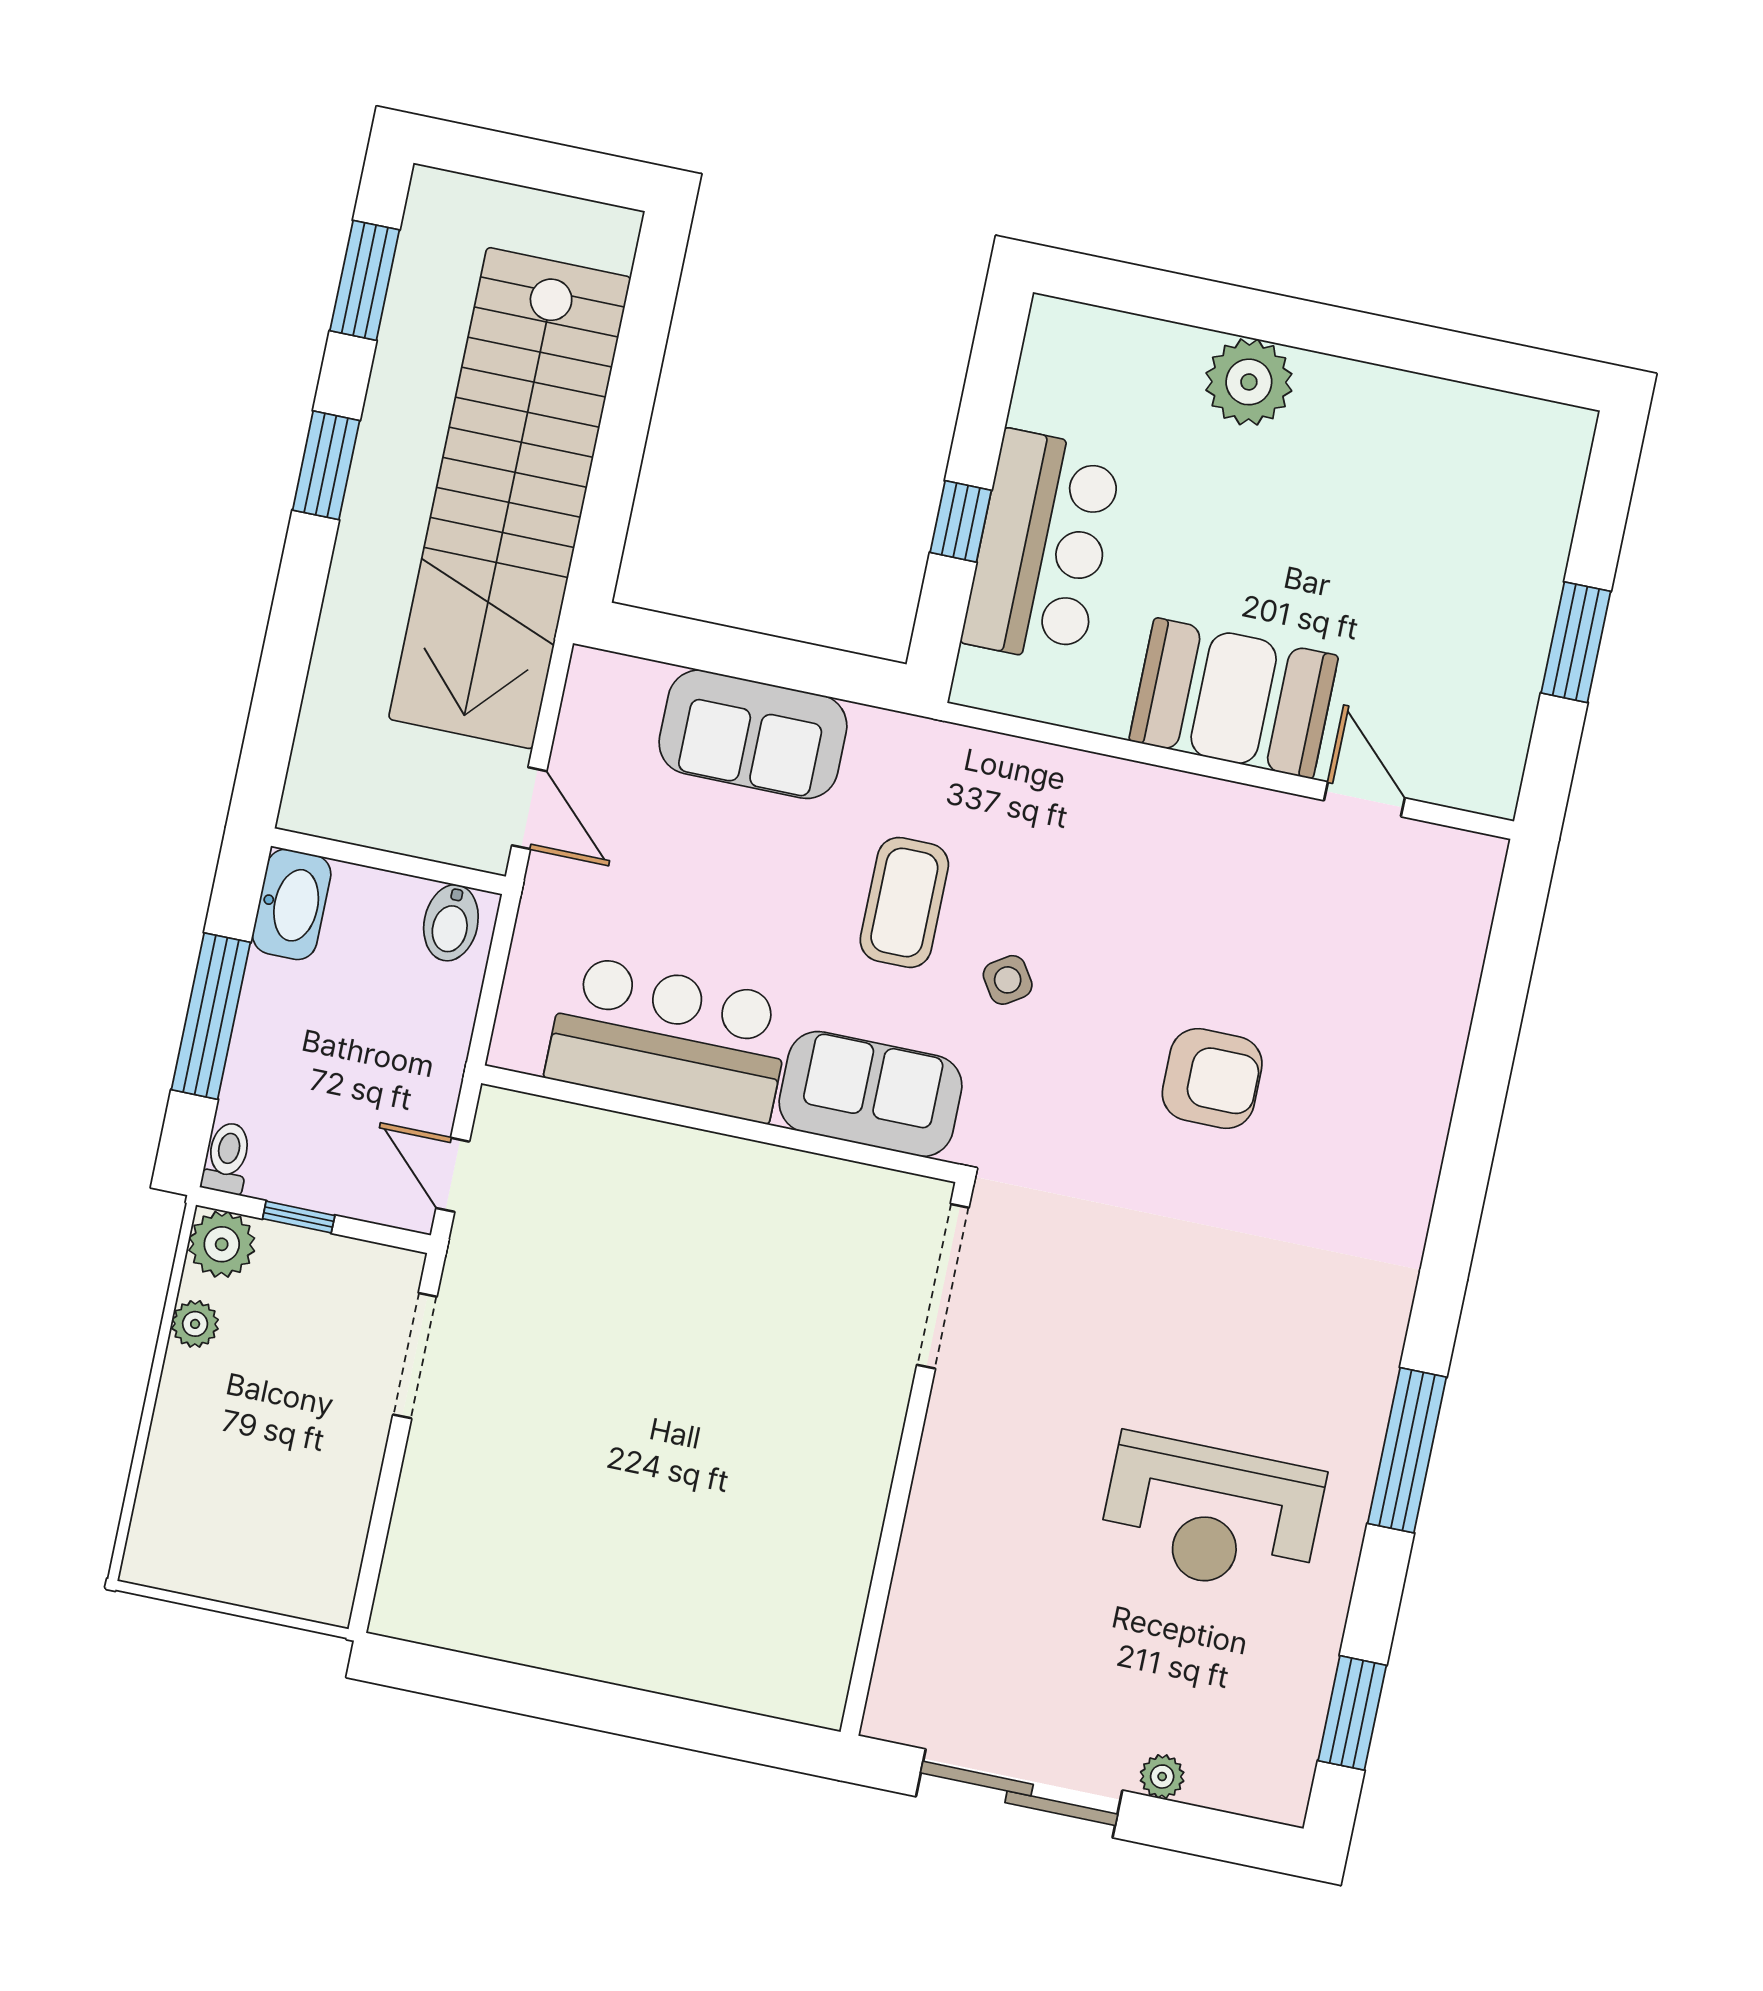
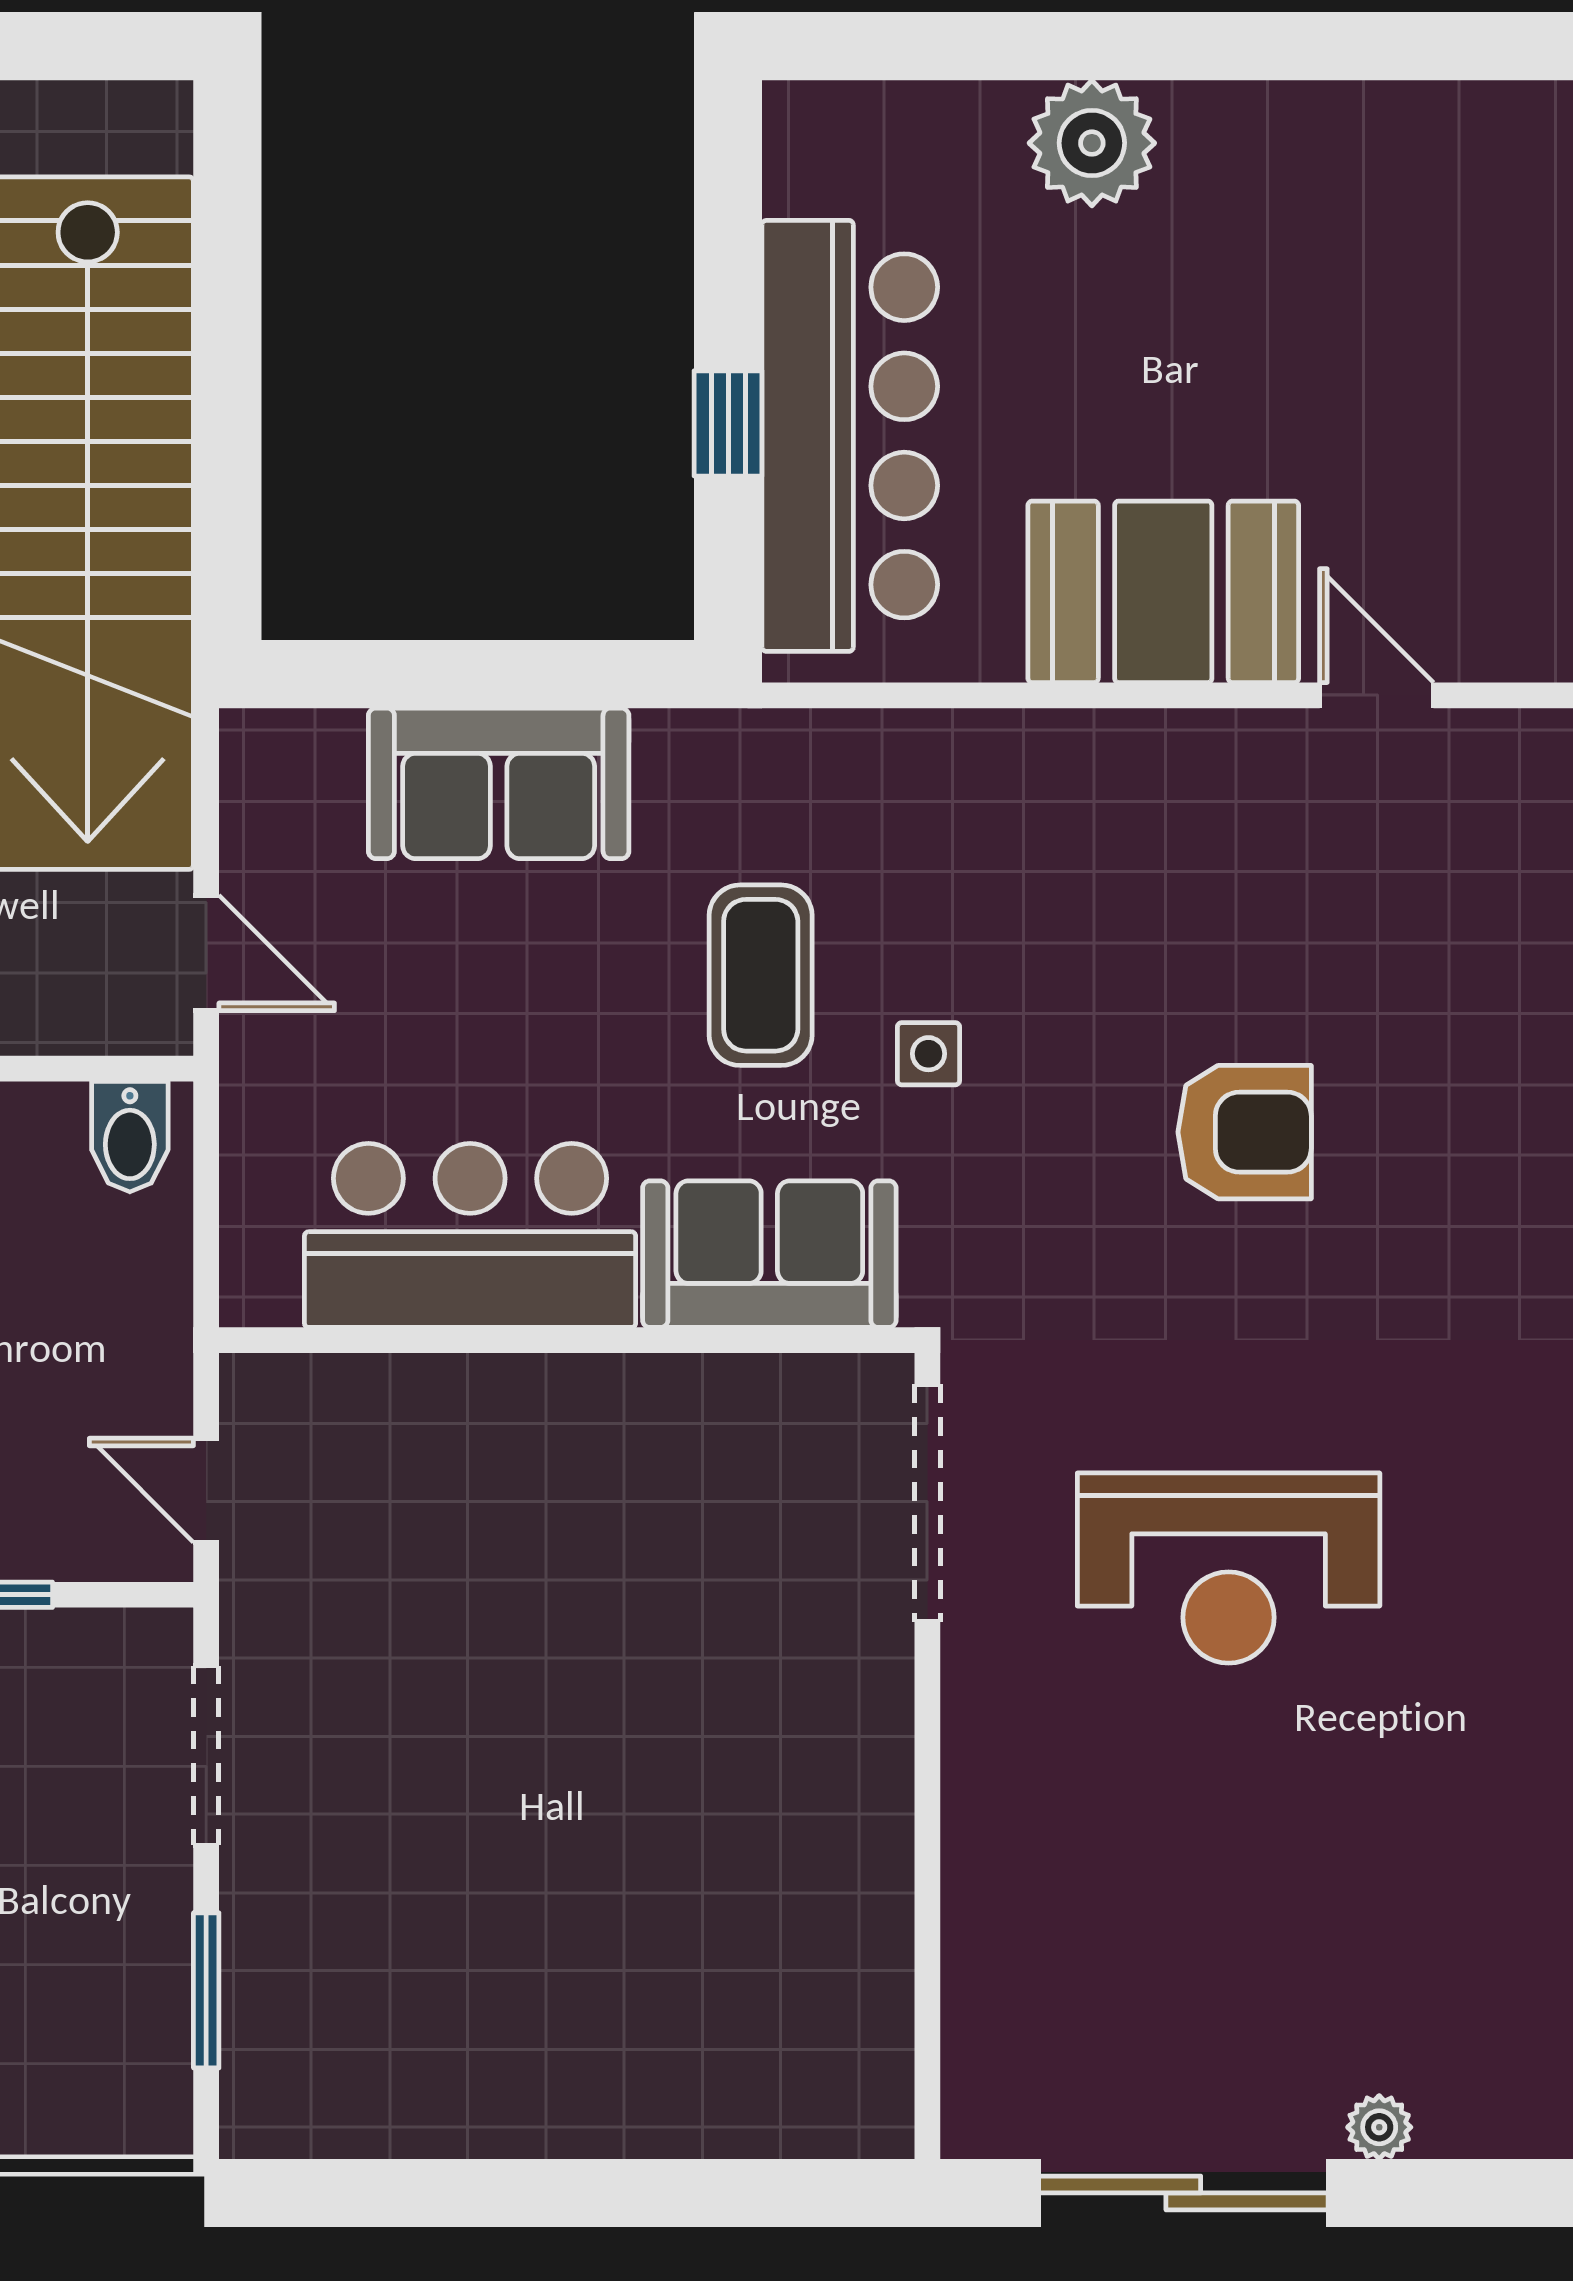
bar counter: (1042, 547) -> (850, 436), width x1.36
side table: (1008, 980) -> (928, 1054), turned 33
reception desk: (1211, 1515) -> (1229, 1568), moved
window: (381, 1516) -> (206, 1990), added

